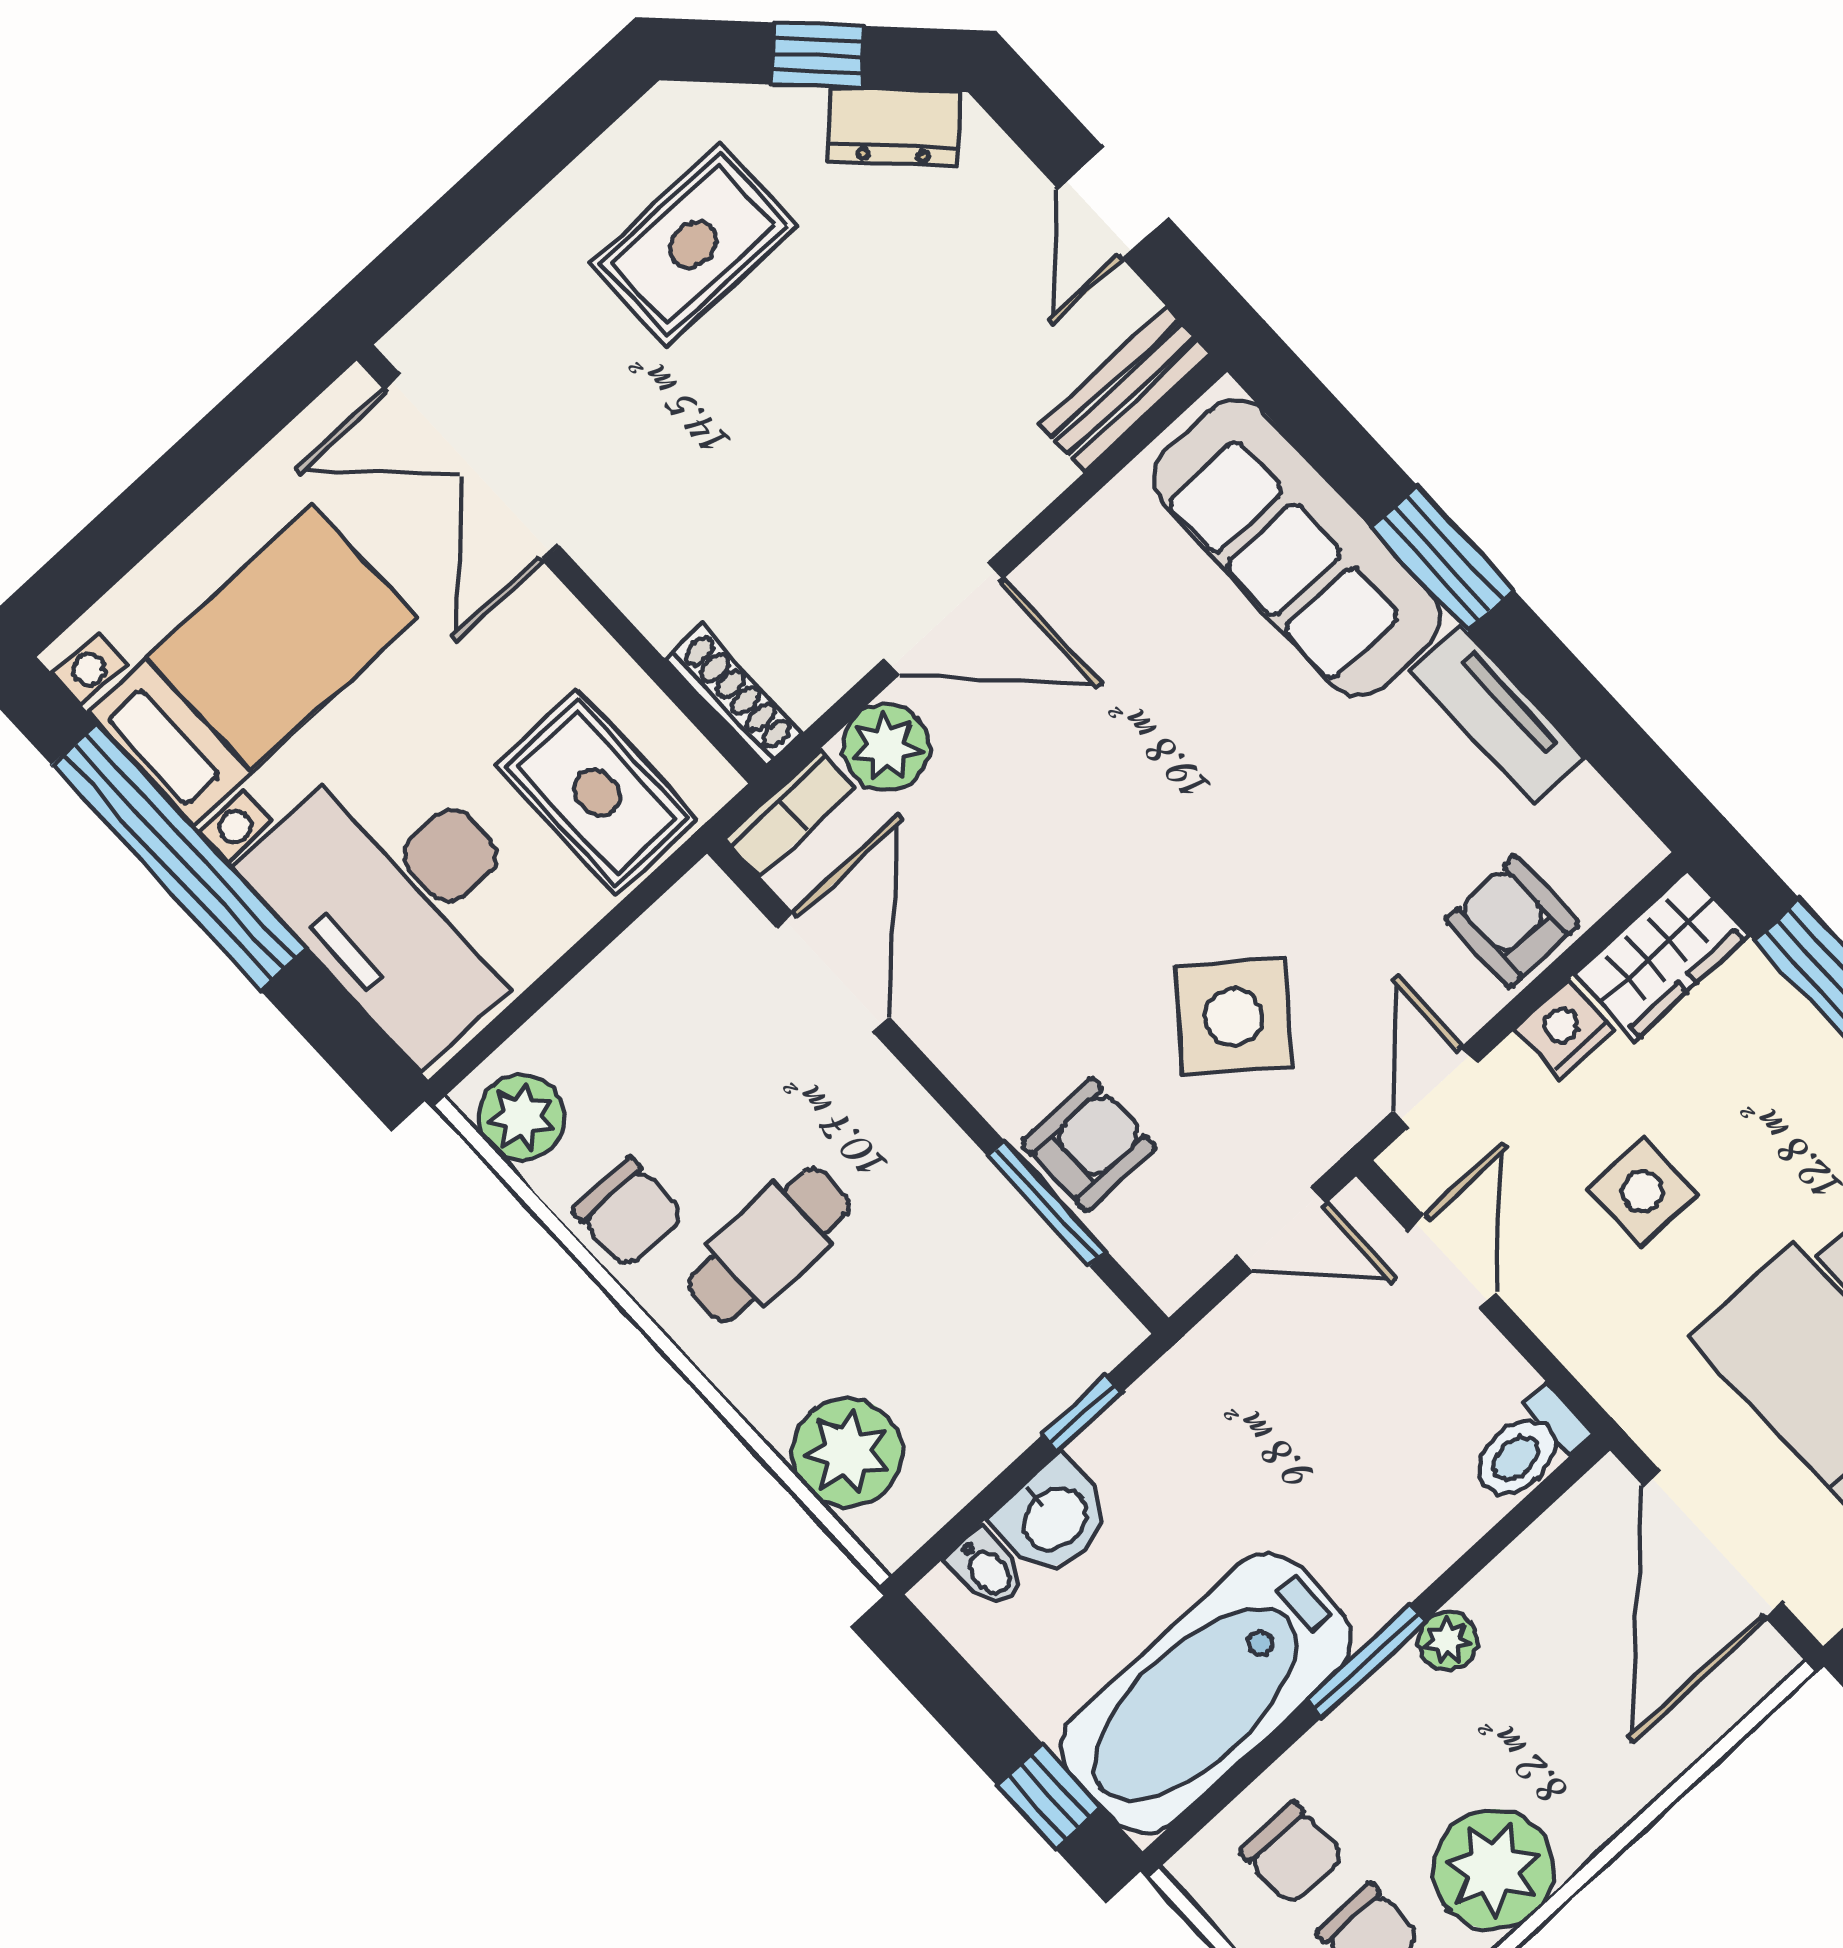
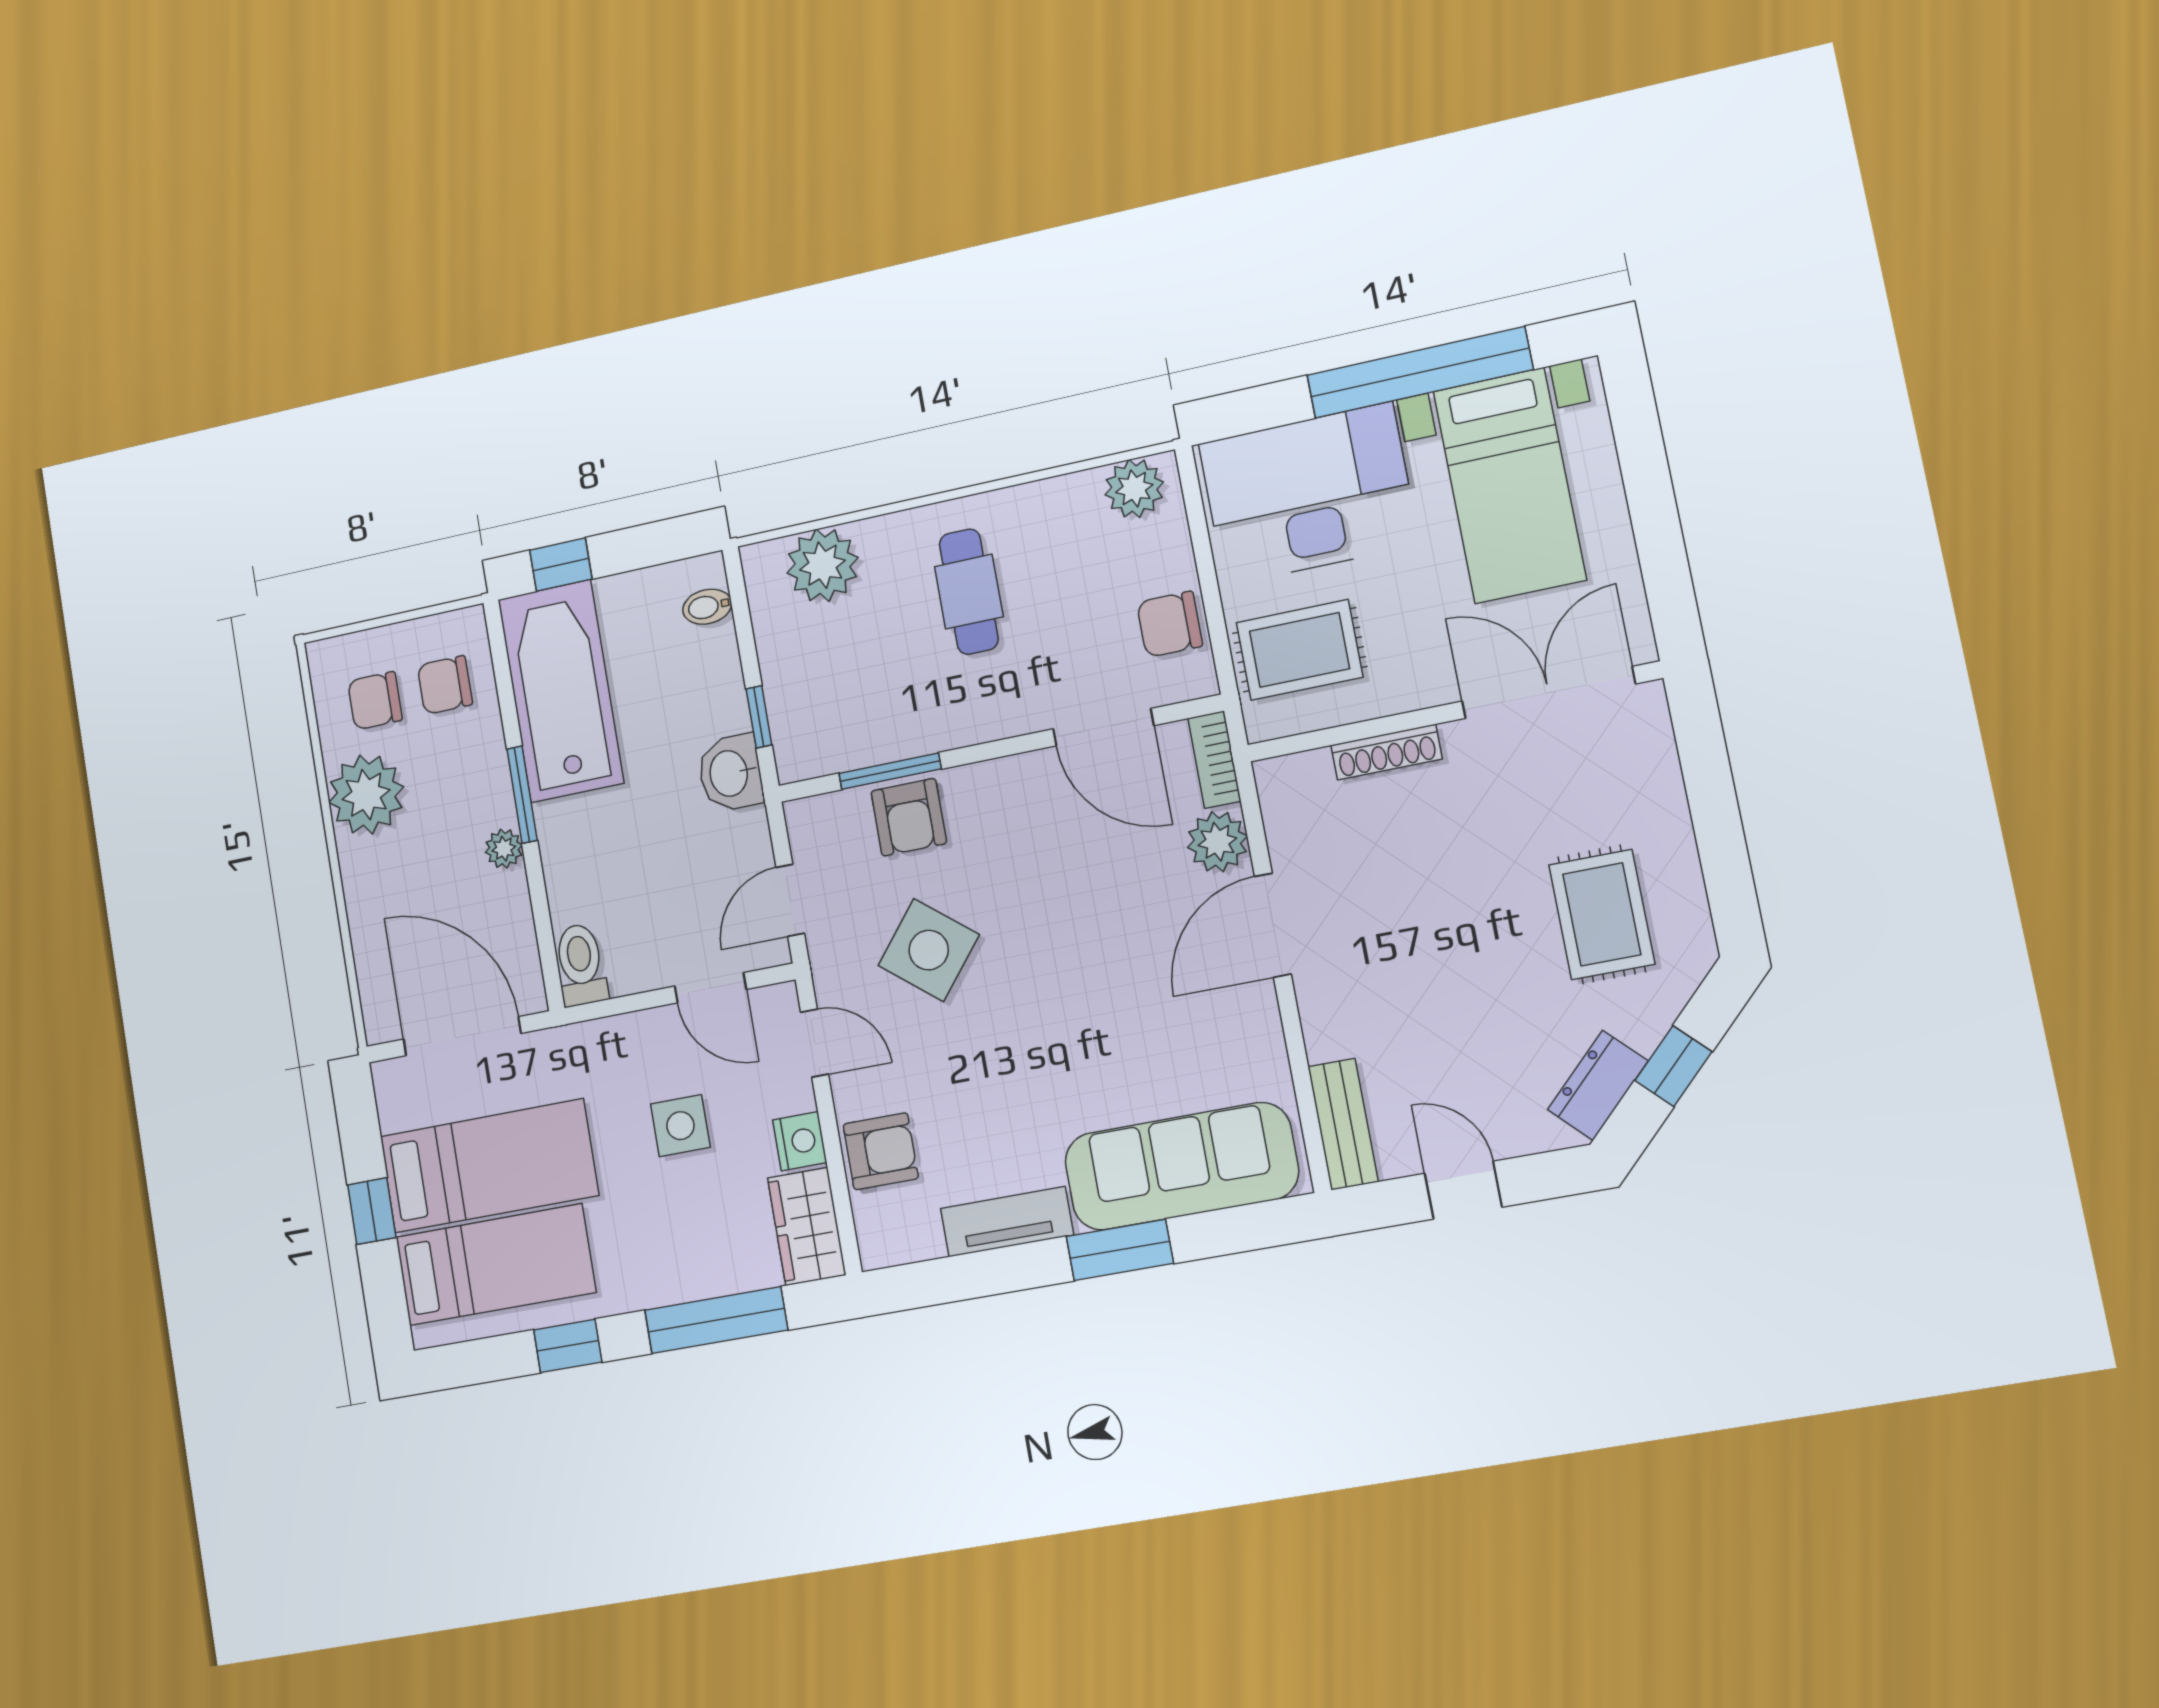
shoe rack: (734, 696) -> (1386, 752), moved
chair: (629, 1213) -> (1170, 624), moved
washbasin: (1053, 1517) -> (730, 773), moved

